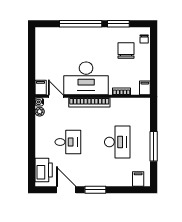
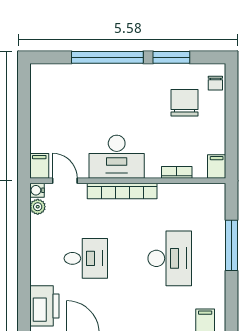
desk: (86, 78) -> (117, 157), width x0.73, depth x0.77
window: (154, 146) -> (231, 245), moved

